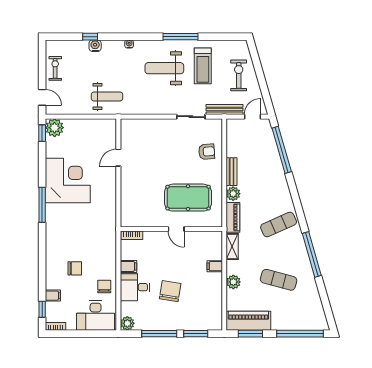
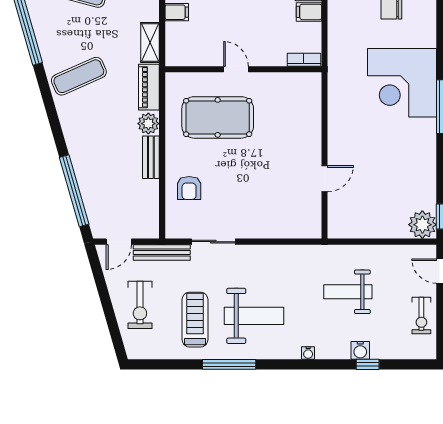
weight bench: (107, 96) -> (348, 292), moved
armchair: (207, 152) -> (189, 188), turned -86
corner desk: (68, 181) -> (402, 83), moved

